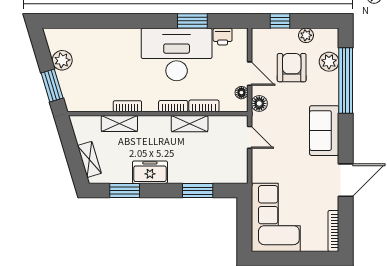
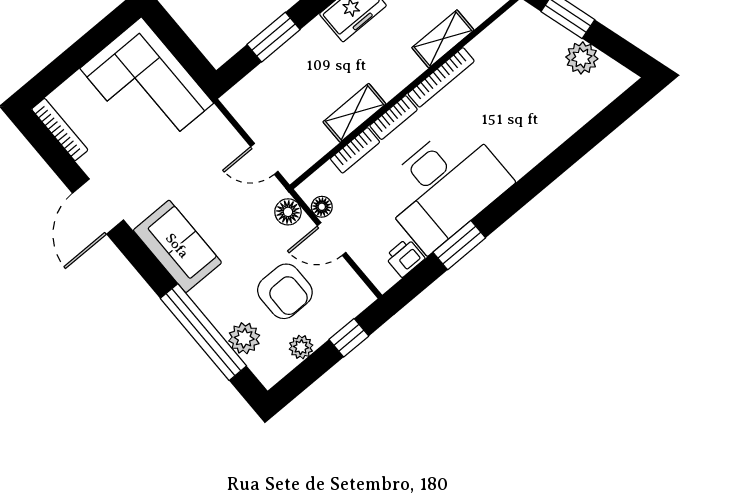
bookcase: (127, 106) -> (441, 77), width x1.56

